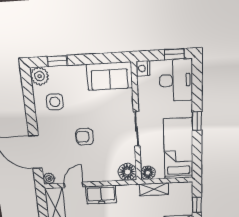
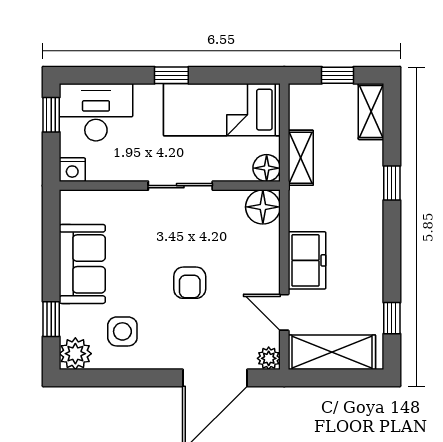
sofa: (109, 76) -> (82, 264), moved

